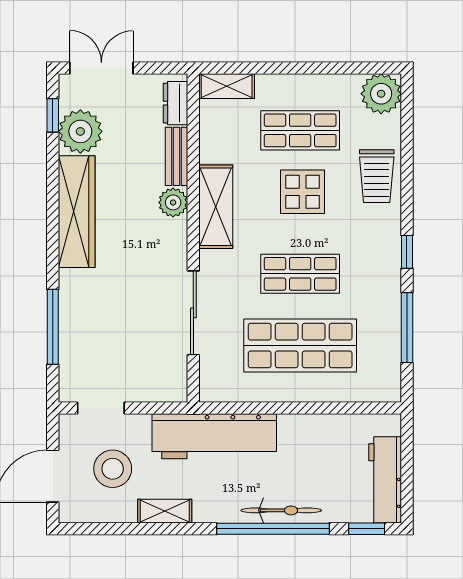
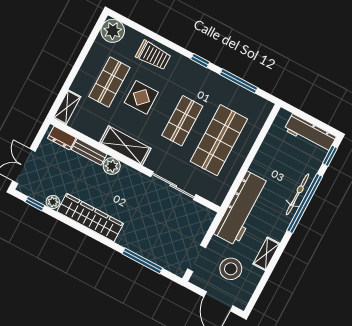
plant: (80, 131) -> (53, 202), width x0.53, depth x0.53

